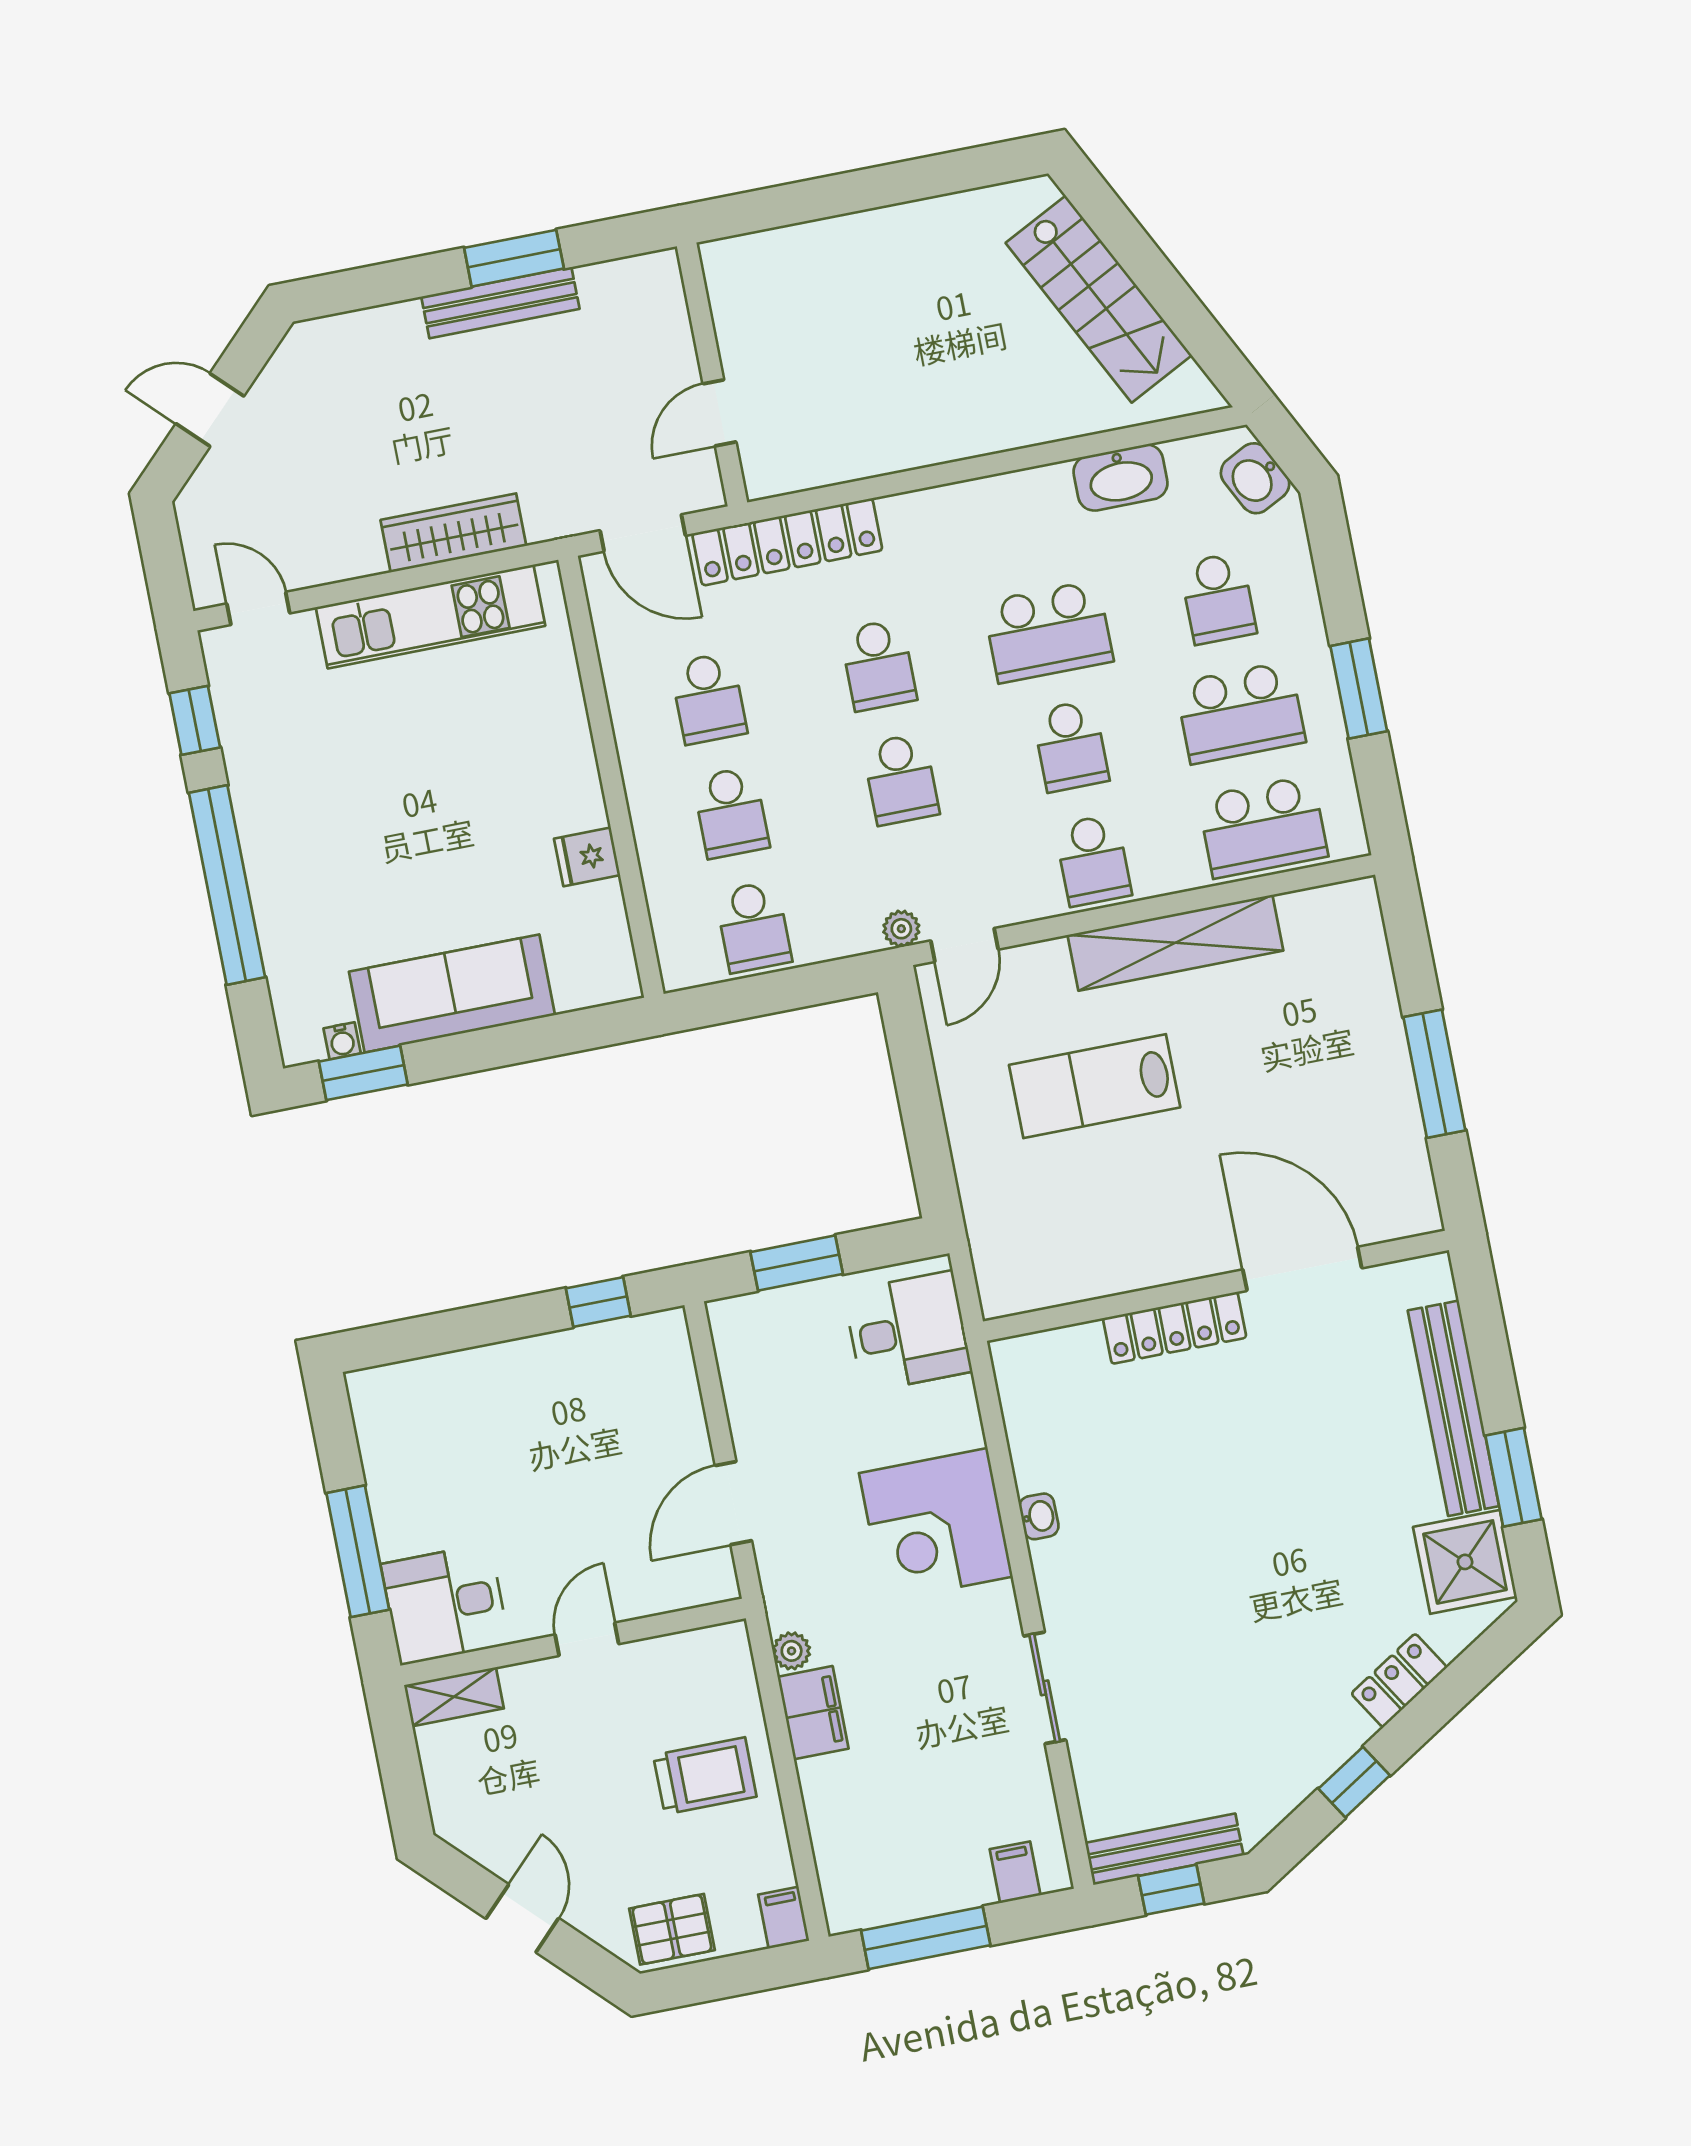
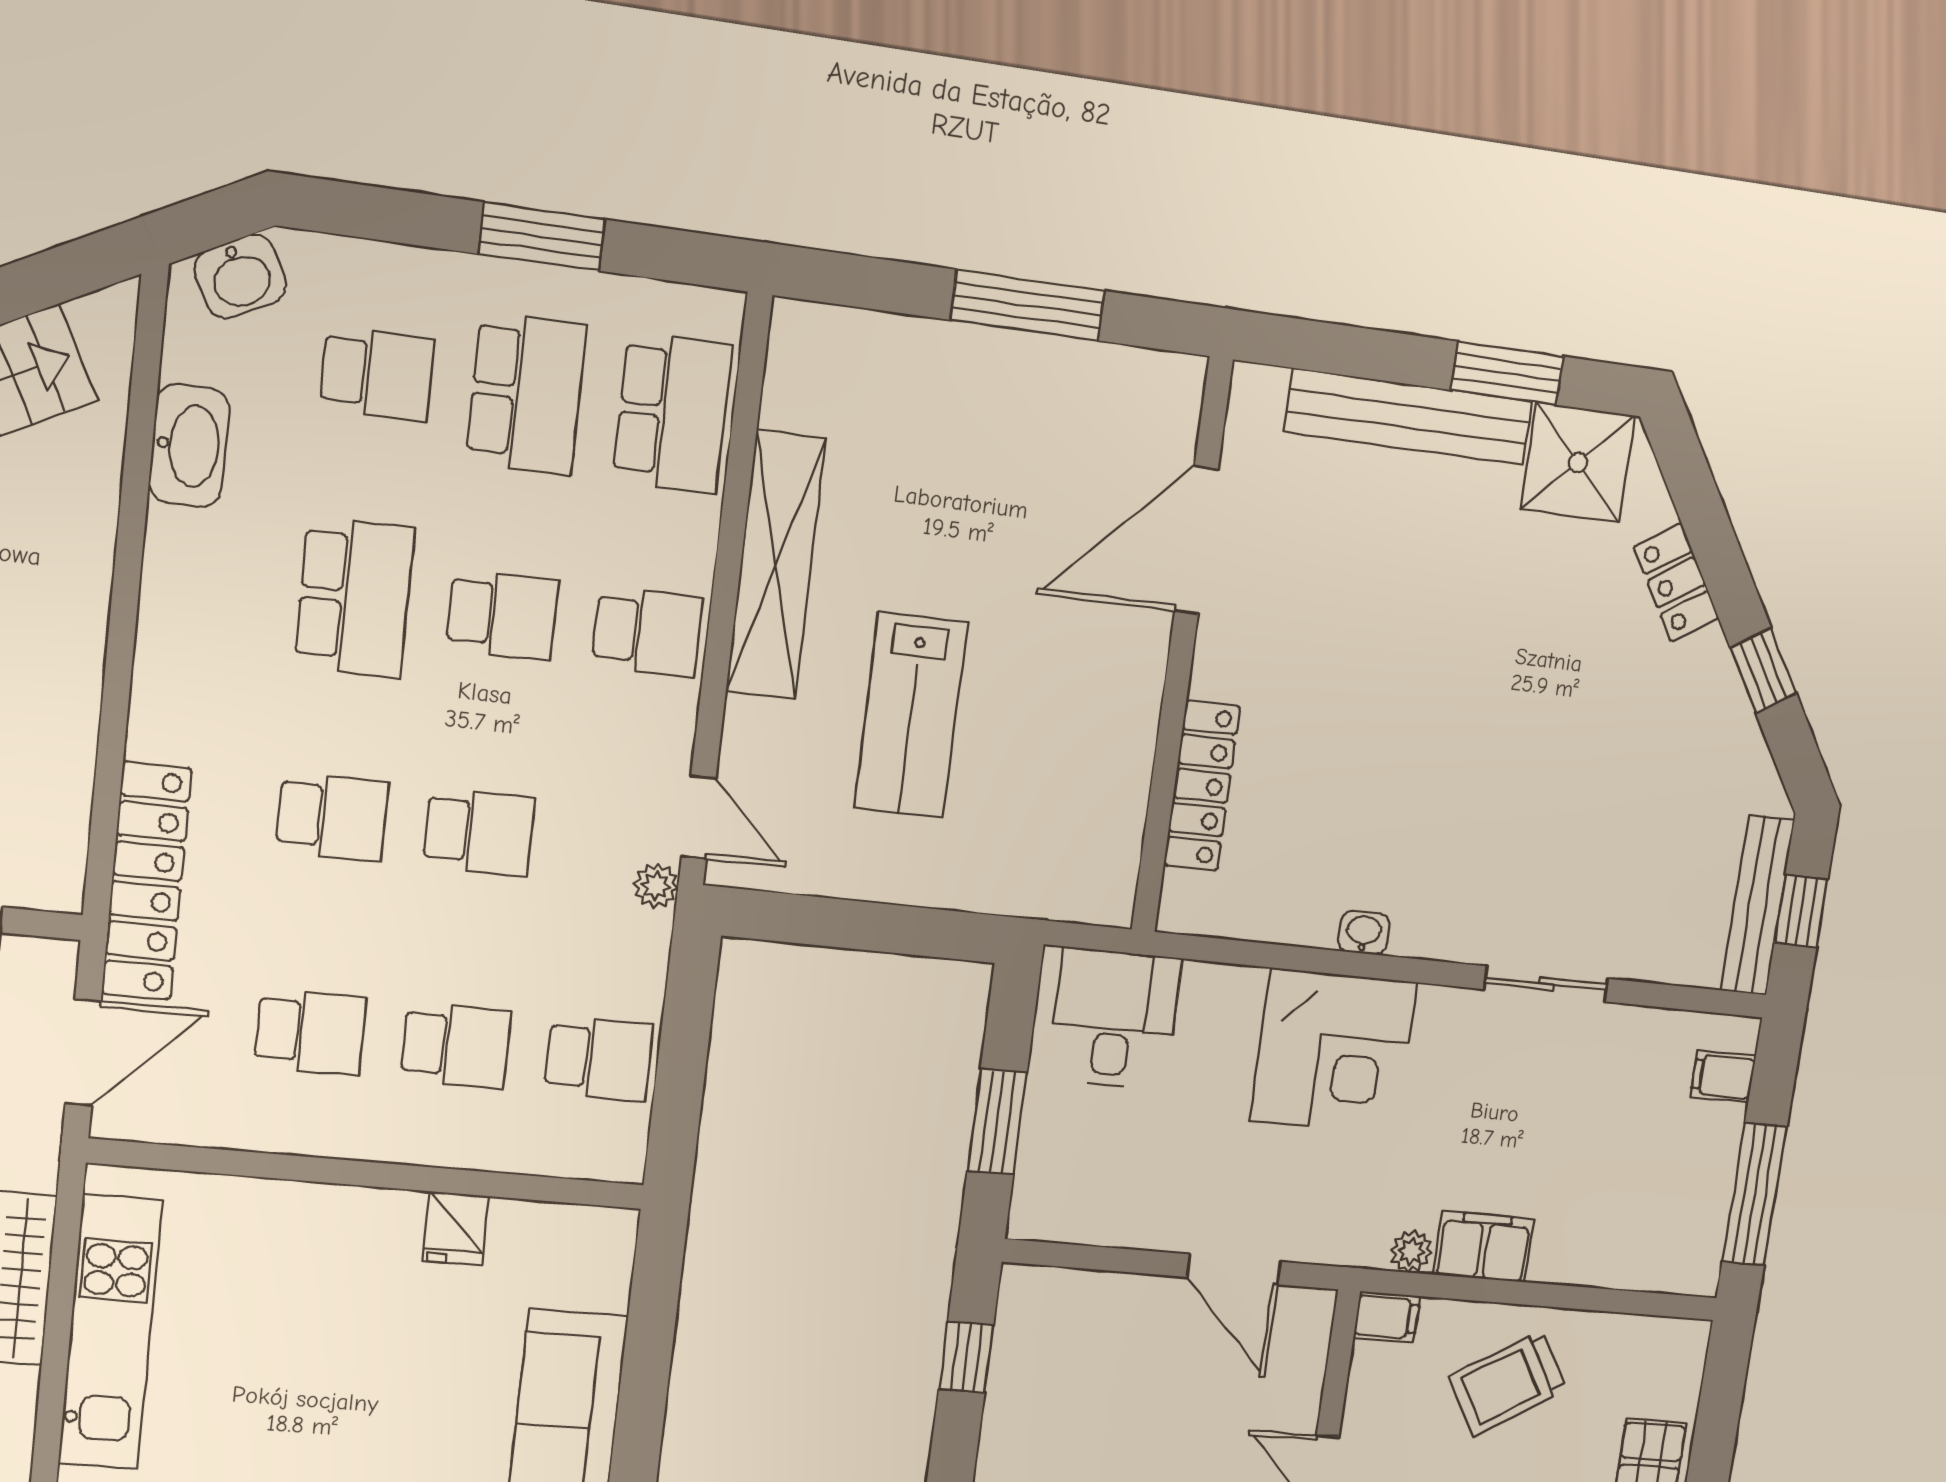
locker: (1175, 1328) -> (1202, 786), moved
trolley: (705, 1776) -> (1507, 1383), turned -121
filing cabinet: (784, 1918) -> (1387, 1317), moved, turned 180

